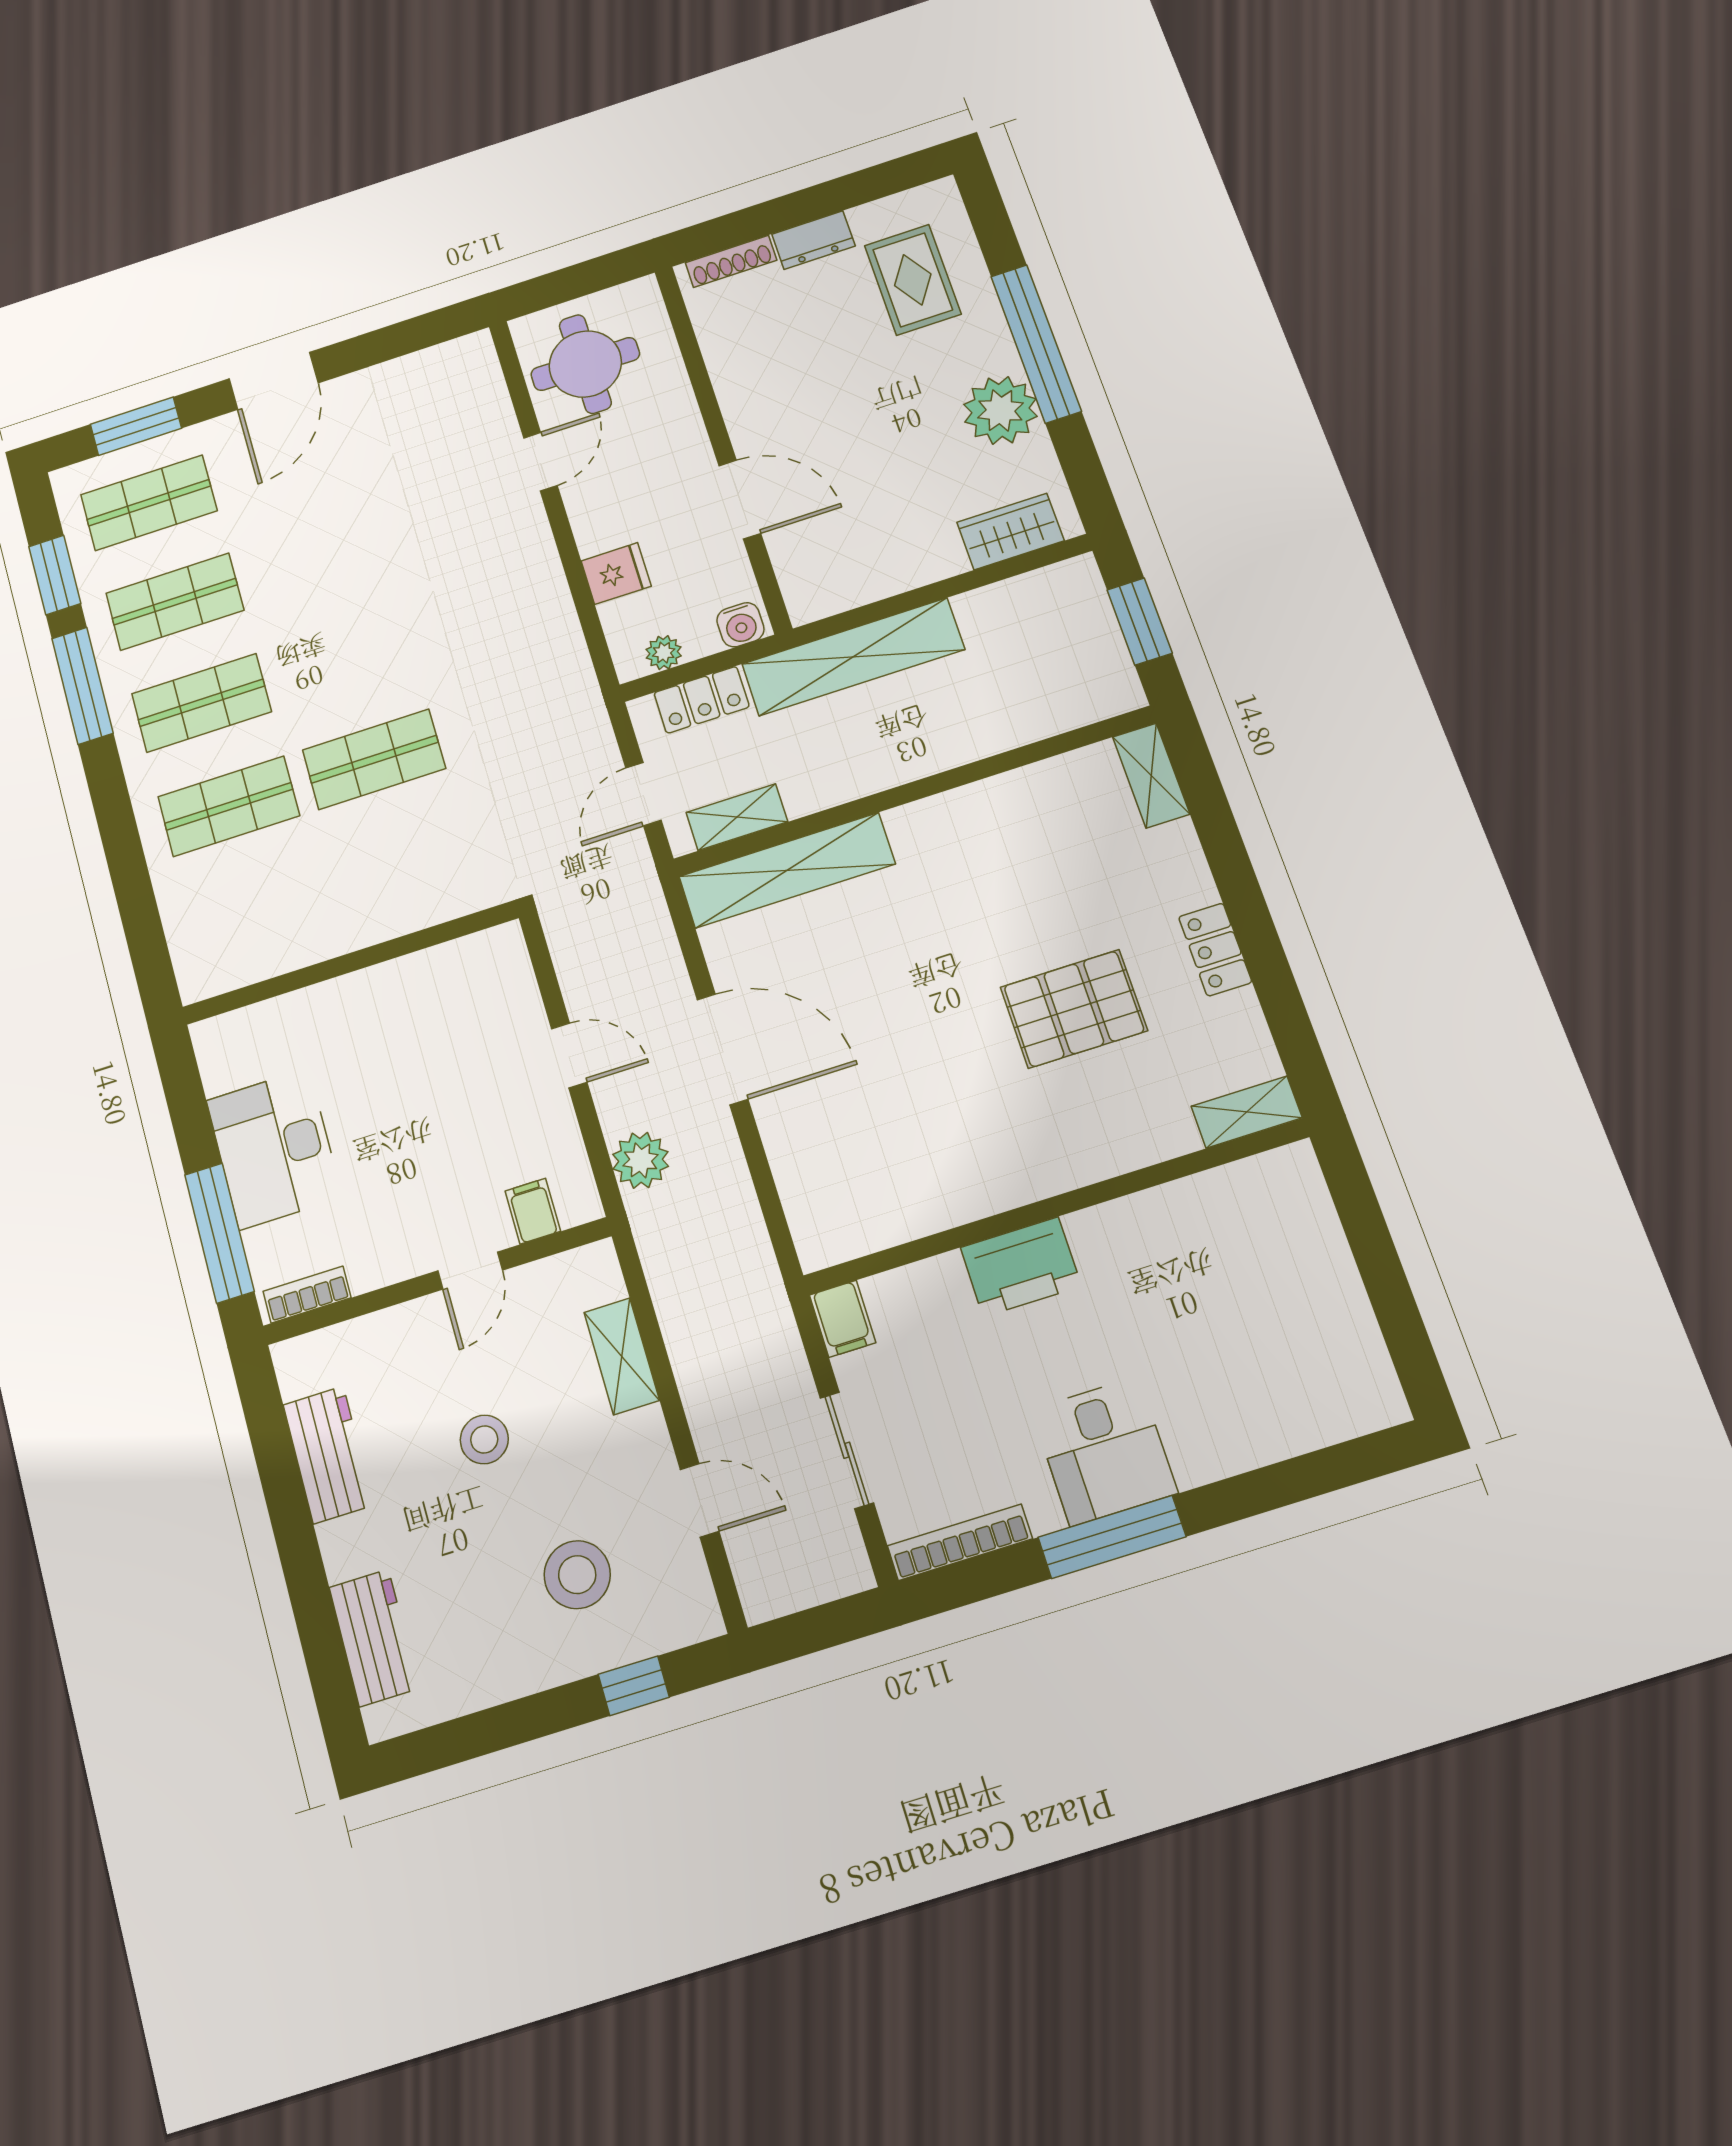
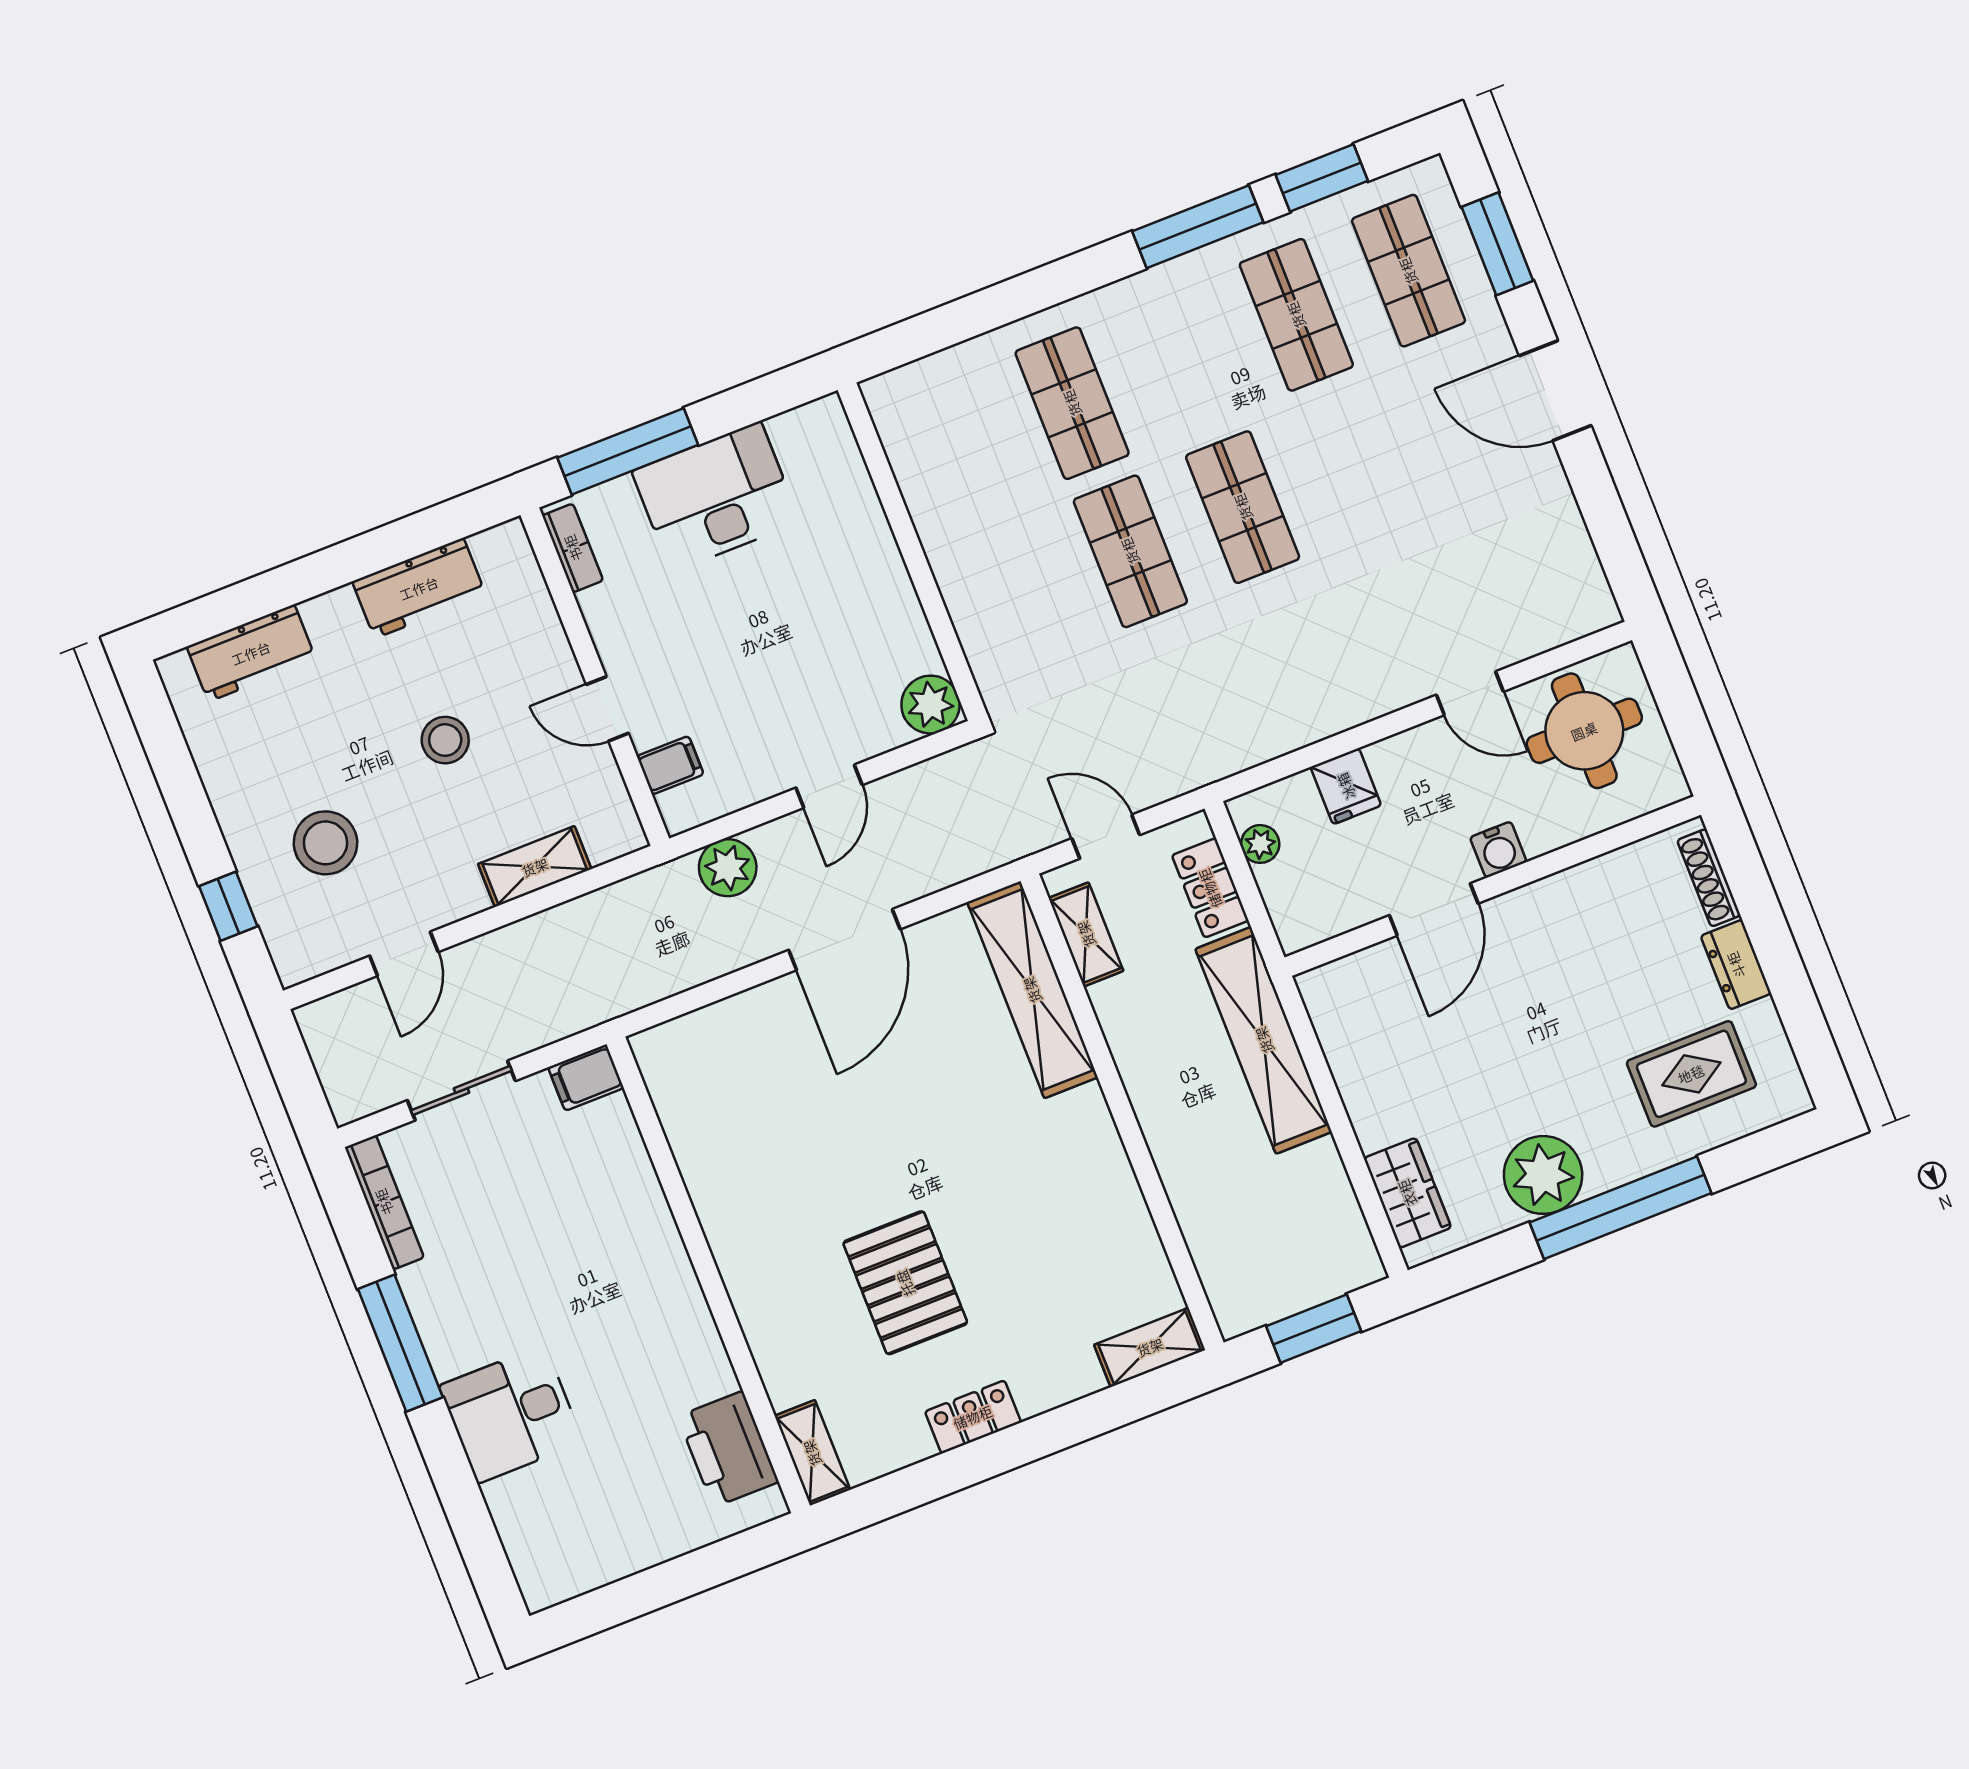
water cooler: (740, 625) -> (1498, 850), moved, turned -90
shop shelf: (201, 703) -> (1243, 507), moved
plant: (499, 953) -> (931, 705), added
printer: (1021, 1267) -> (728, 1449), moved
desk: (1104, 1451) -> (511, 1414), moved

